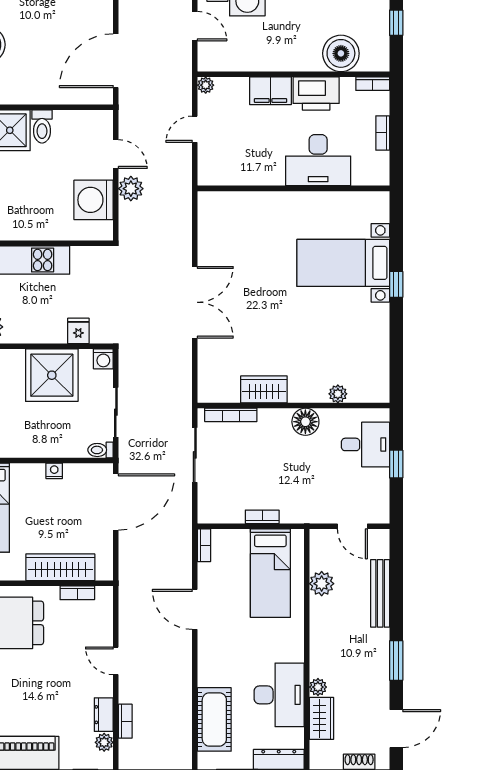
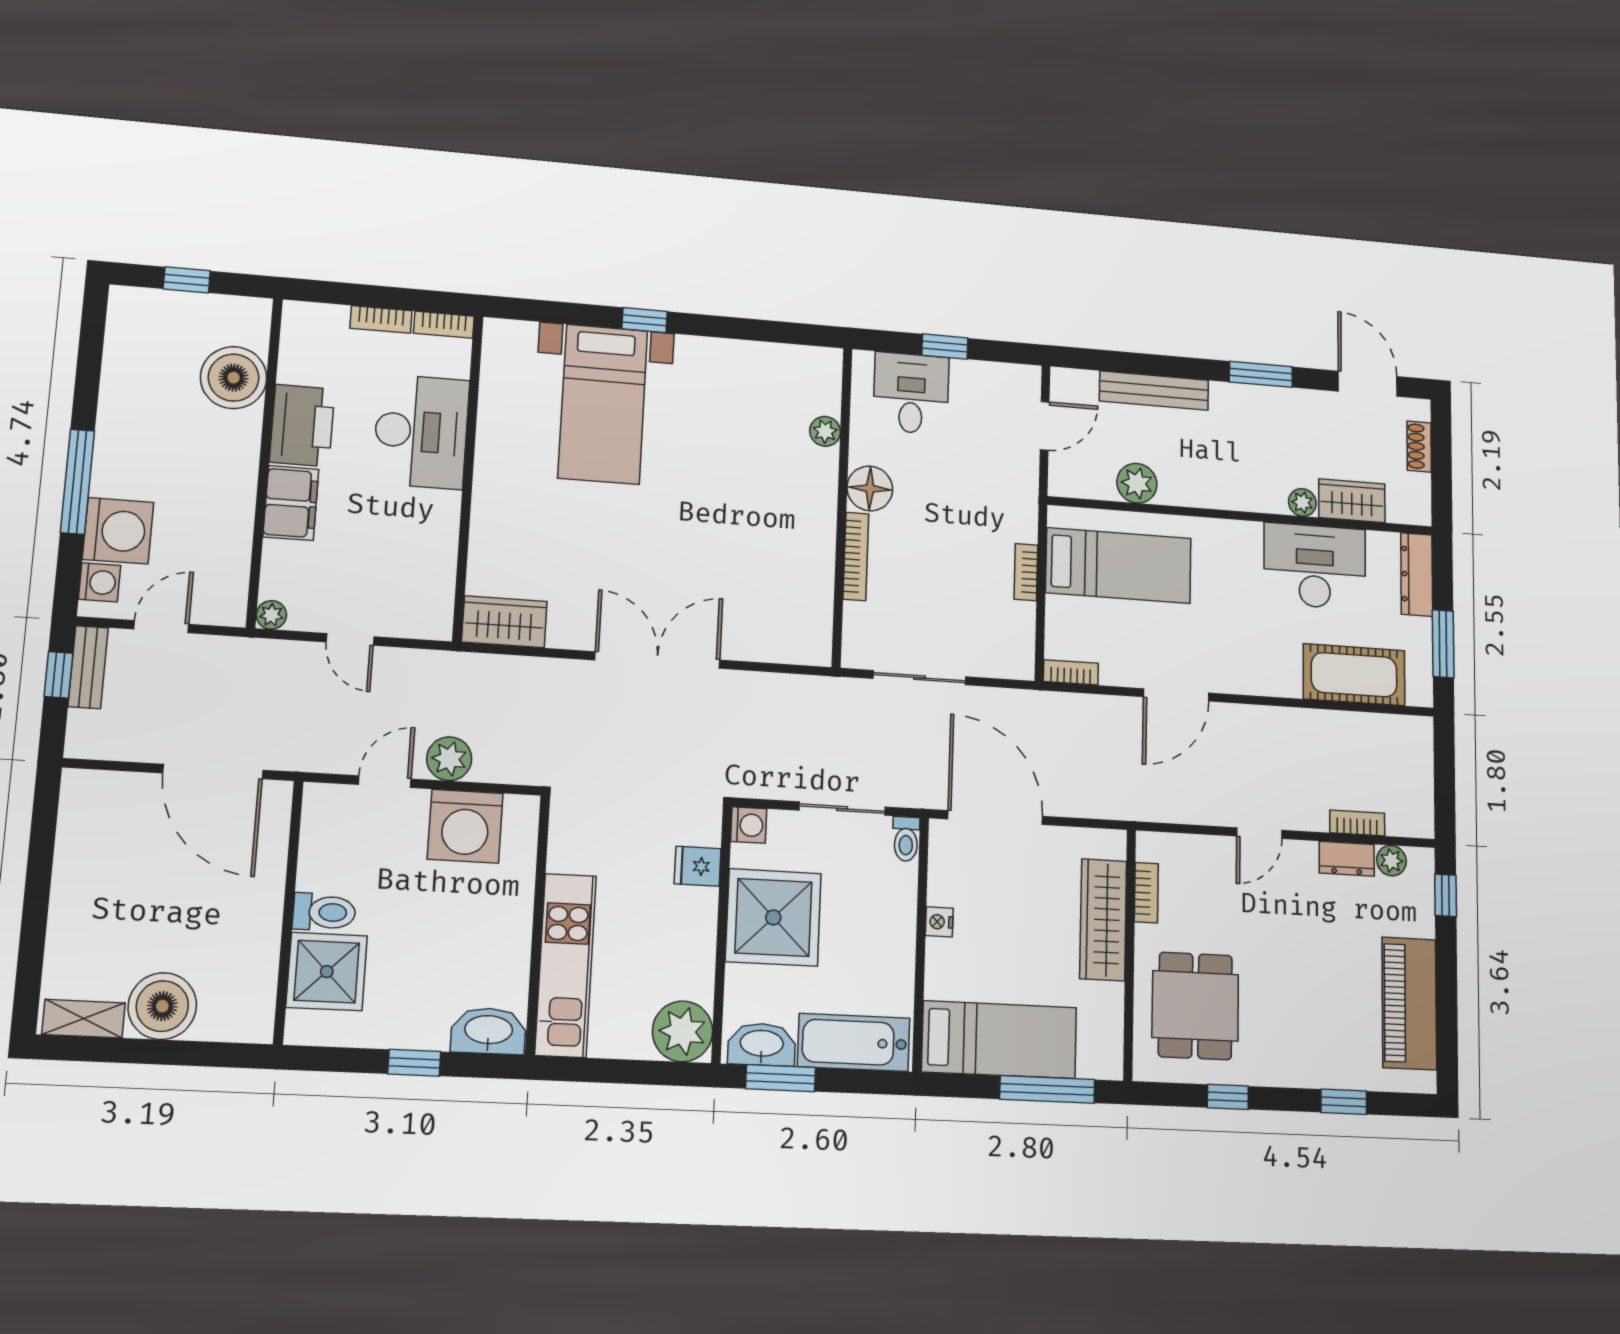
bookcase: (373, 84) -> (444, 325), moved, turned 90
wardrobe: (264, 389) -> (504, 622), moved, turned 90
bookcase: (231, 415) -> (856, 556), moved

